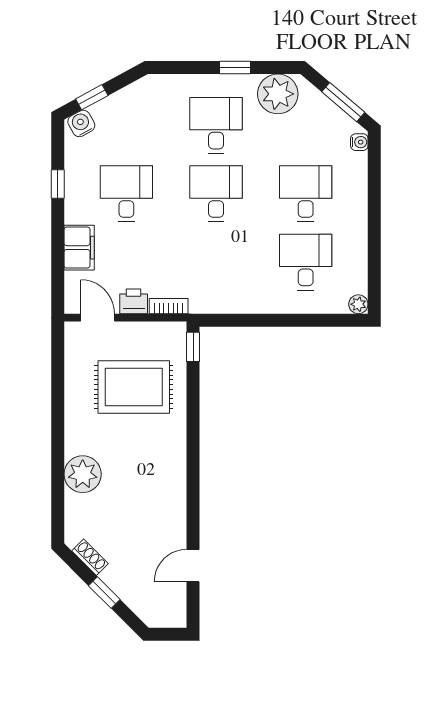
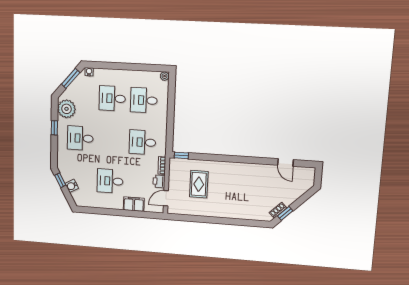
window: (92, 97) -> (60, 180), moved
water cooler: (81, 123) -> (72, 186), moved
window: (58, 184) -> (105, 211), removed
desk: (216, 194) -> (142, 142), moved
rug: (134, 387) -> (199, 184), width x0.73, depth x0.70
plant: (83, 474) -> (238, 211), removed
window: (104, 593) -> (285, 213), moved

